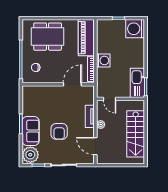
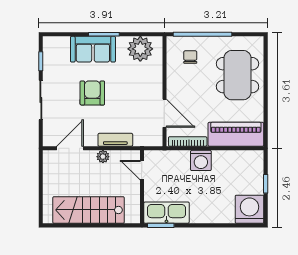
door: (110, 99) -> (142, 170), hinge flipped
armchair: (59, 131) -> (92, 93), turned 90
plant: (30, 155) -> (140, 49), moved

